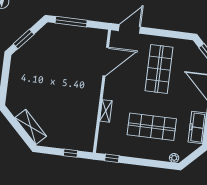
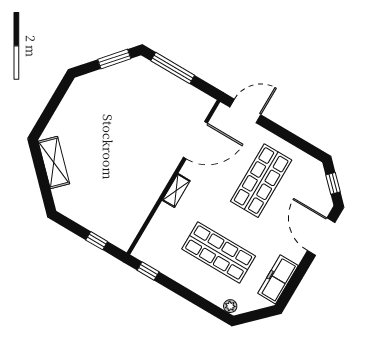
window: (24, 39) -> (114, 59), moved
shelving: (106, 111) -> (176, 190), moved
shelving: (31, 127) -> (54, 163), moved

